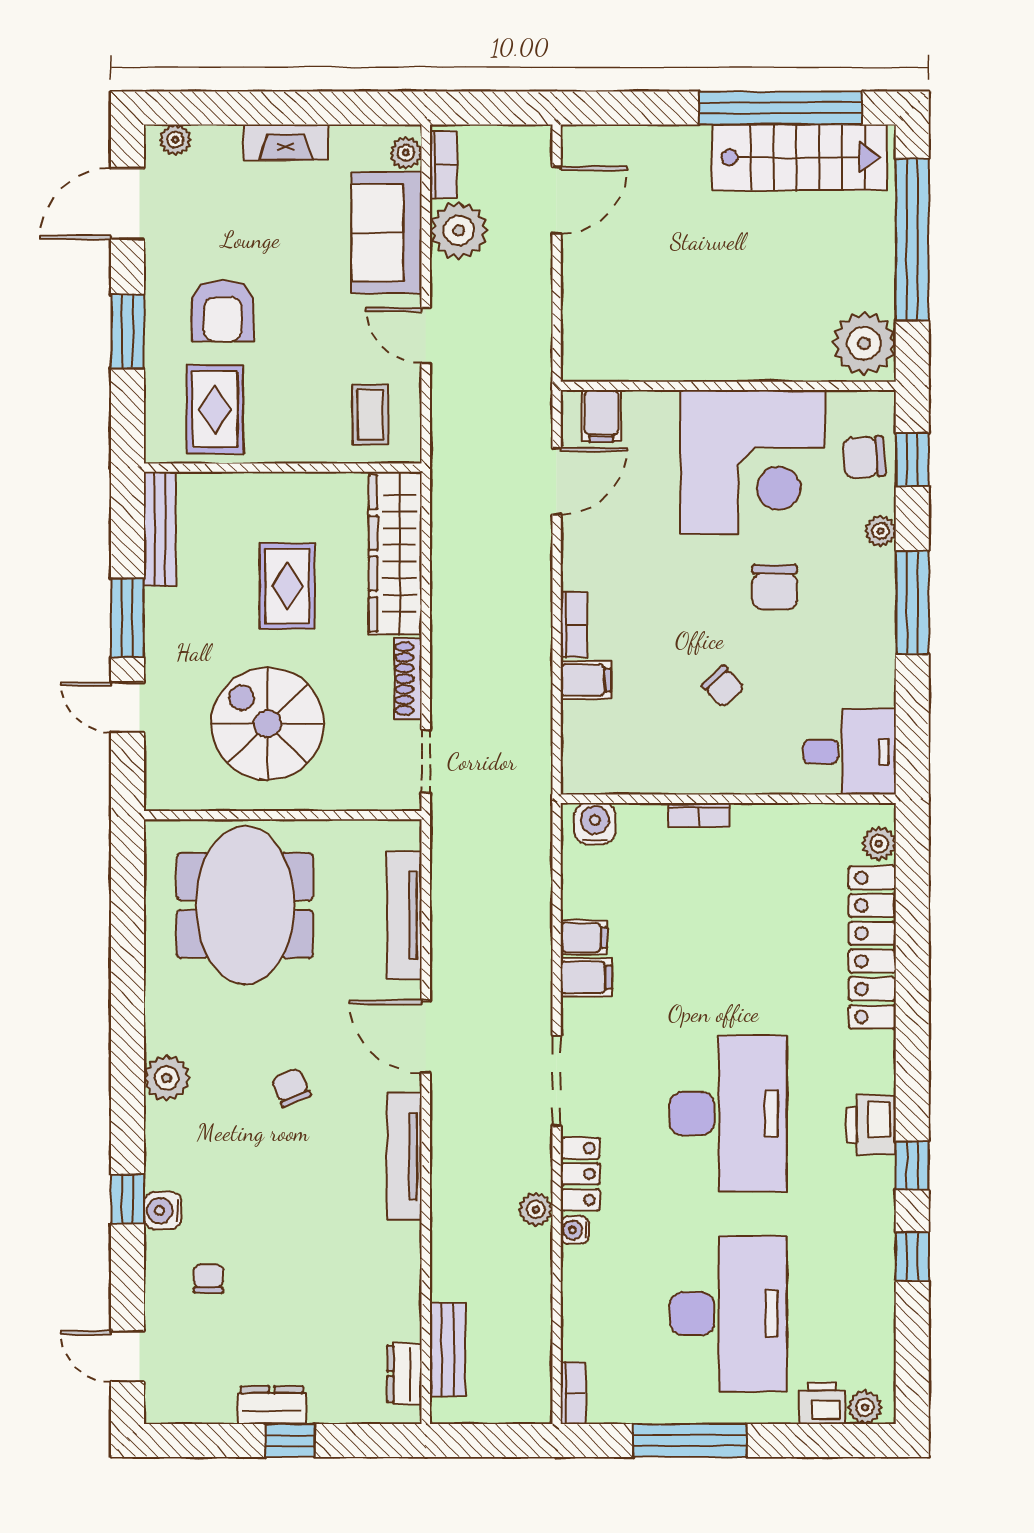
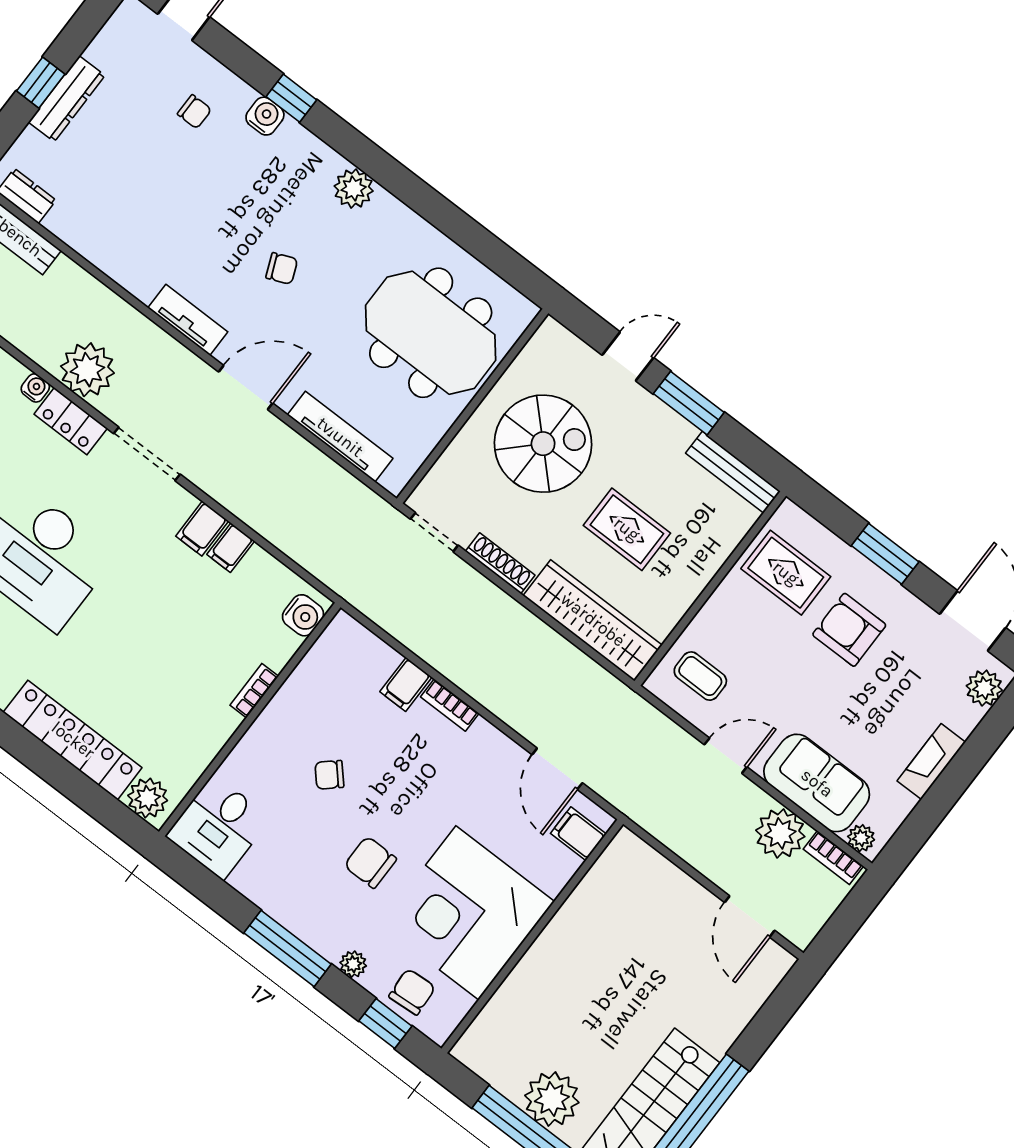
plant: (175, 140) -> (984, 688), width x1.38, depth x1.38
plant: (864, 343) -> (552, 1099), moved
plant: (879, 844) -> (148, 798), width x1.38, depth x1.38
tv unit: (404, 1156) -> (188, 320), width x0.71
plant: (536, 1210) -> (87, 370), width x1.88, depth x1.88
dresser: (272, 1405) -> (67, 99), width x1.44

